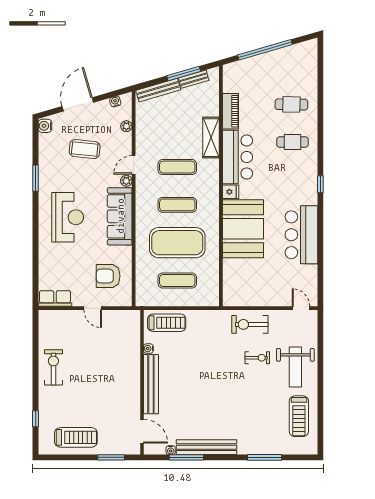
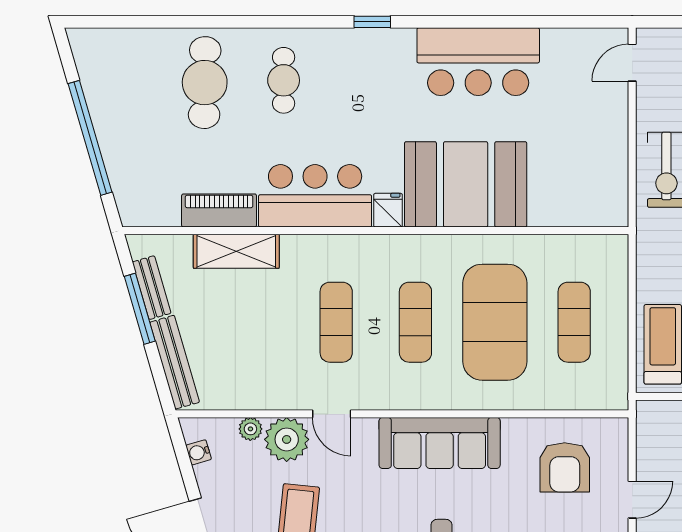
cafe table: (291, 104) -> (205, 83), width x1.37, depth x1.35
shelving: (211, 138) -> (236, 251), moved
plant: (126, 181) -> (287, 439), moved, width x1.87, depth x1.87

